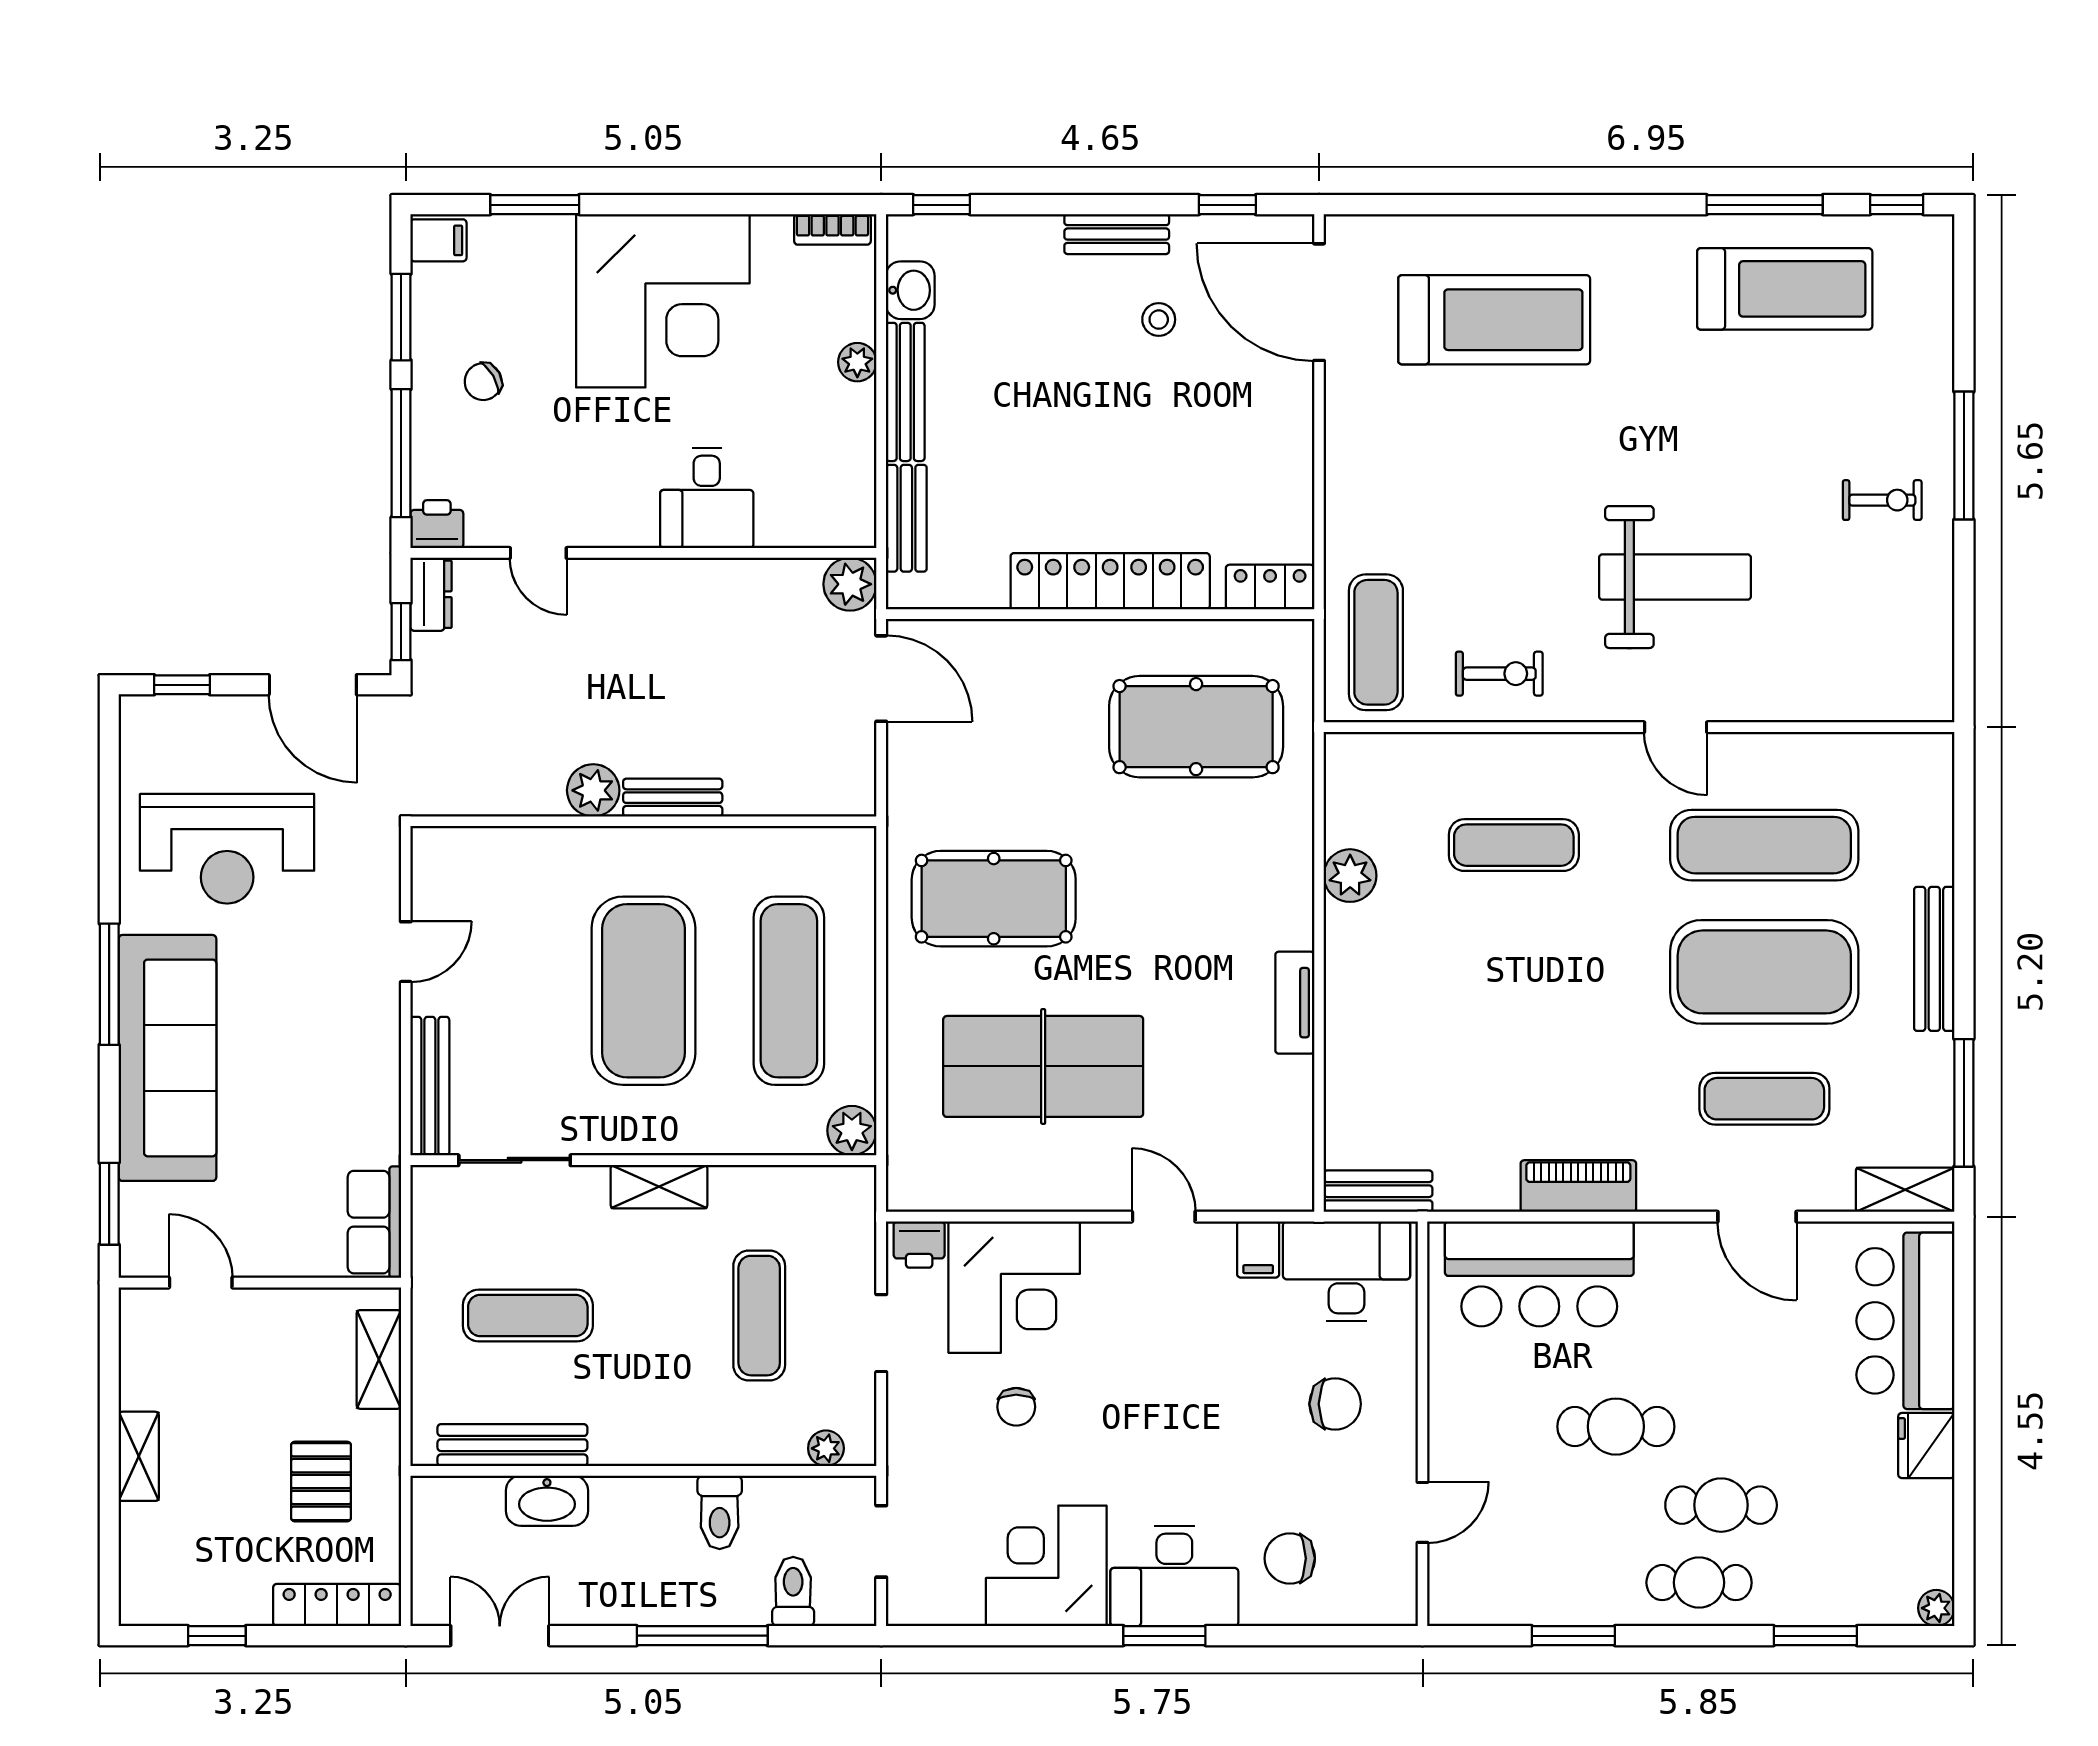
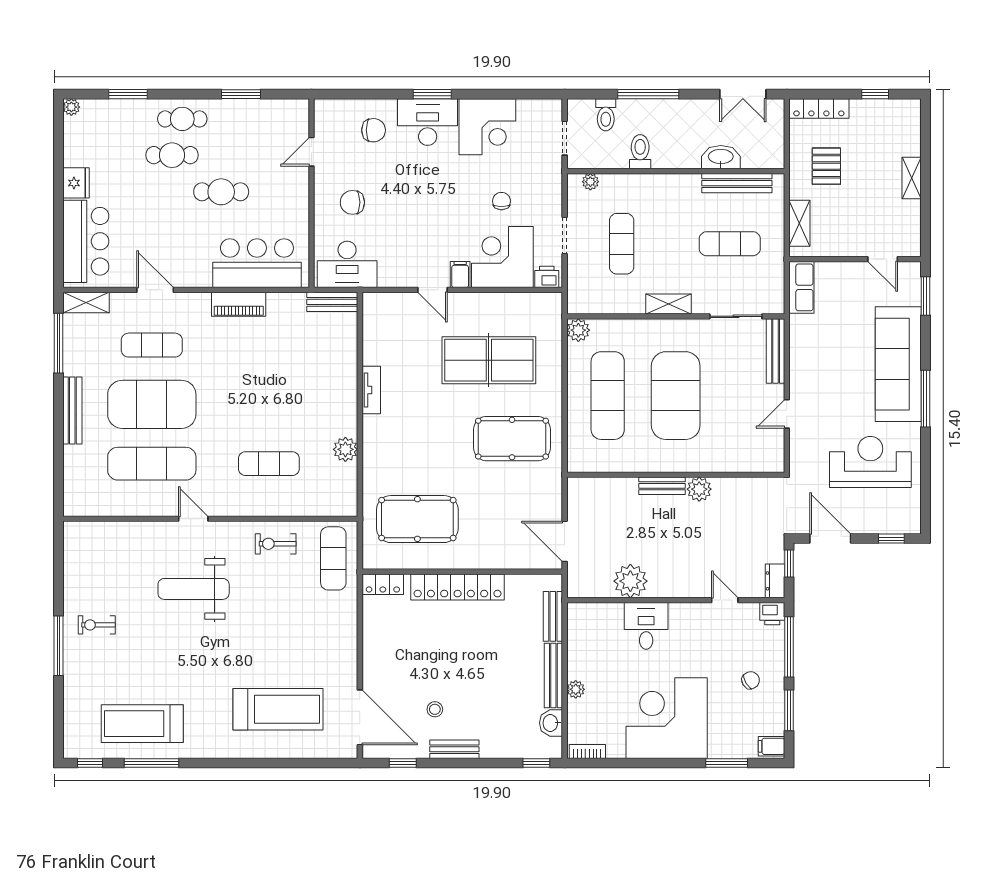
treadmill: (1494, 320) -> (278, 709), turned 180
plant: (850, 584) -> (630, 581), moved, width x1.36, depth x1.36
filing cabinet: (1258, 1249) -> (460, 275), moved

